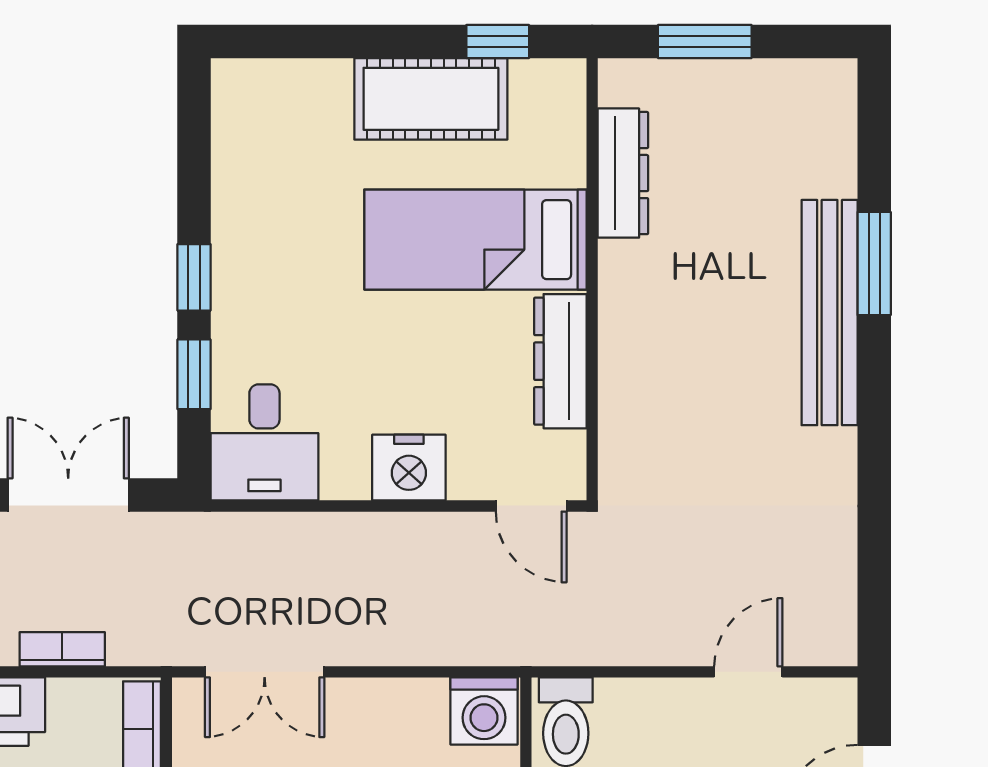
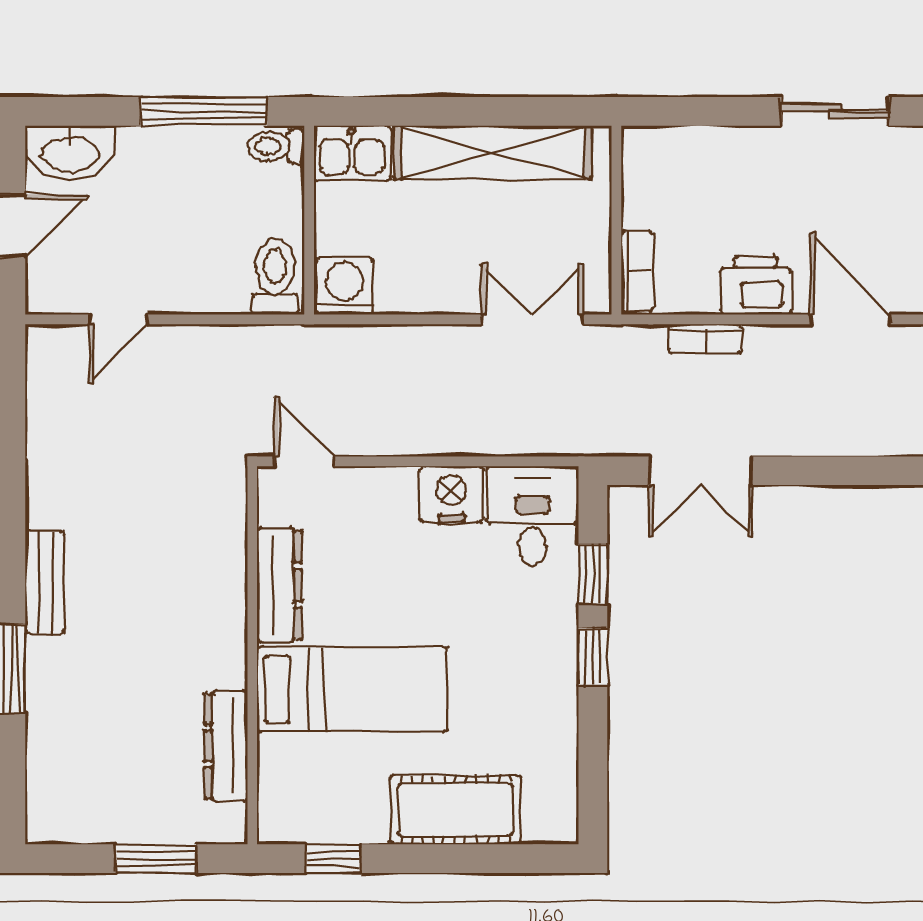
cot: (431, 99) -> (455, 810), moved
bench: (830, 313) -> (45, 582), width x0.54, depth x0.82
nightstand: (409, 468) -> (451, 494), moved

